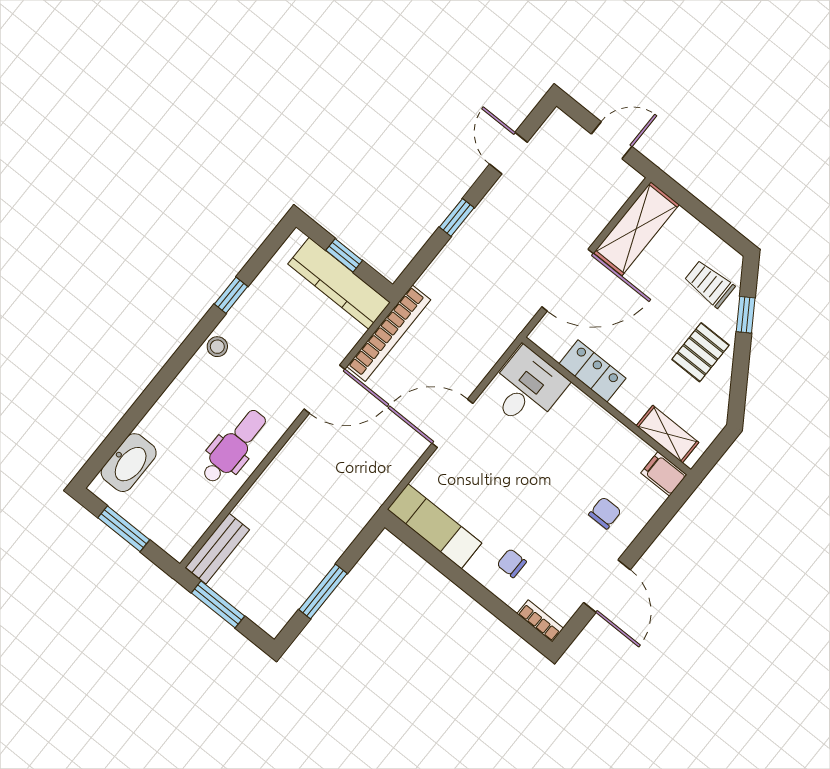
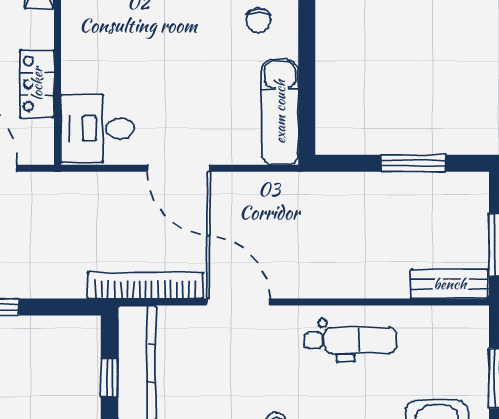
dental chair: (234, 447) -> (350, 340), turned 180

